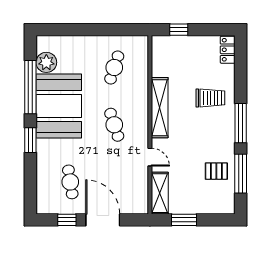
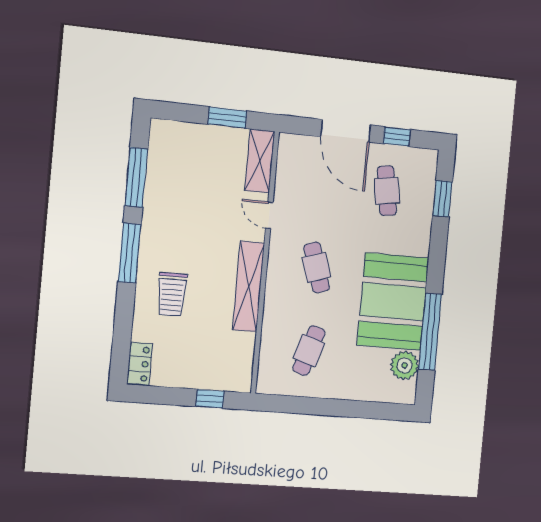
trolley: (210, 98) -> (172, 294), turned -90
window: (30, 140) -> (442, 199), moved
pallet: (216, 171) -> (173, 185), removed

